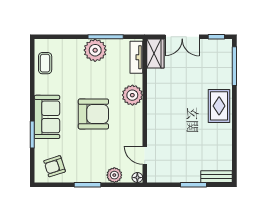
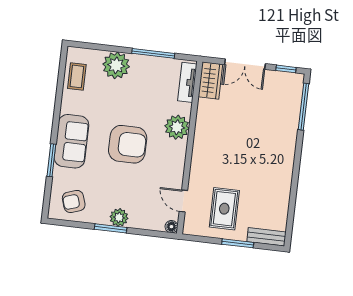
plant: (95, 50) -> (116, 65), moved
rug: (219, 106) -> (224, 209), moved
plant: (114, 175) -> (119, 217), moved

